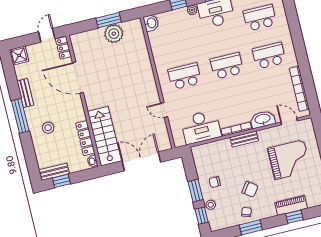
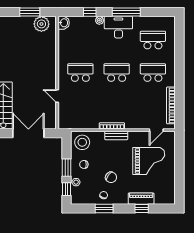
plant: (114, 34) -> (41, 24), moved
washbasin: (263, 119) -> (135, 123), removed
door: (289, 122) -> (156, 130), swing flipped
desk: (201, 127) -> (83, 117), removed
stool: (207, 157) -> (82, 142), added

